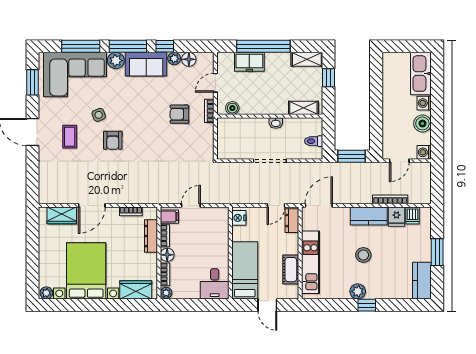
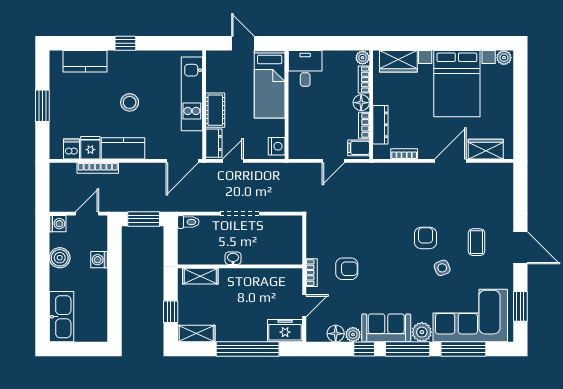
freezer: (249, 62) -> (285, 331), moved
washing machine: (424, 103) -> (99, 260), moved, turned 180
boiler: (232, 108) -> (284, 276), removed
toilet: (314, 141) -> (188, 222), moved
cot: (291, 270) -> (215, 110), moved
kitchen counter: (422, 281) -> (85, 61), moved, turned 90
plant: (358, 291) -> (136, 59), removed

